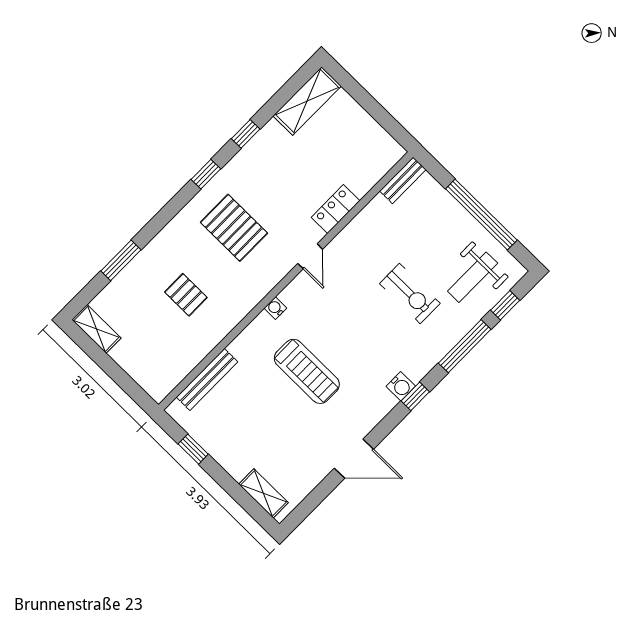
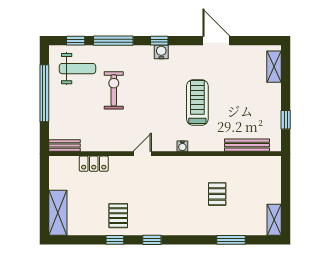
shelving: (307, 101) -> (58, 213), moved, turned 90
locker: (336, 209) -> (94, 164), moved
pallet: (234, 228) -> (118, 216), moved, width x0.67, depth x0.71

